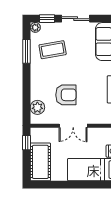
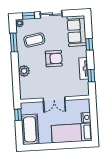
armchair: (66, 95) -> (54, 59), moved
plant: (37, 107) -> (24, 71), moved

